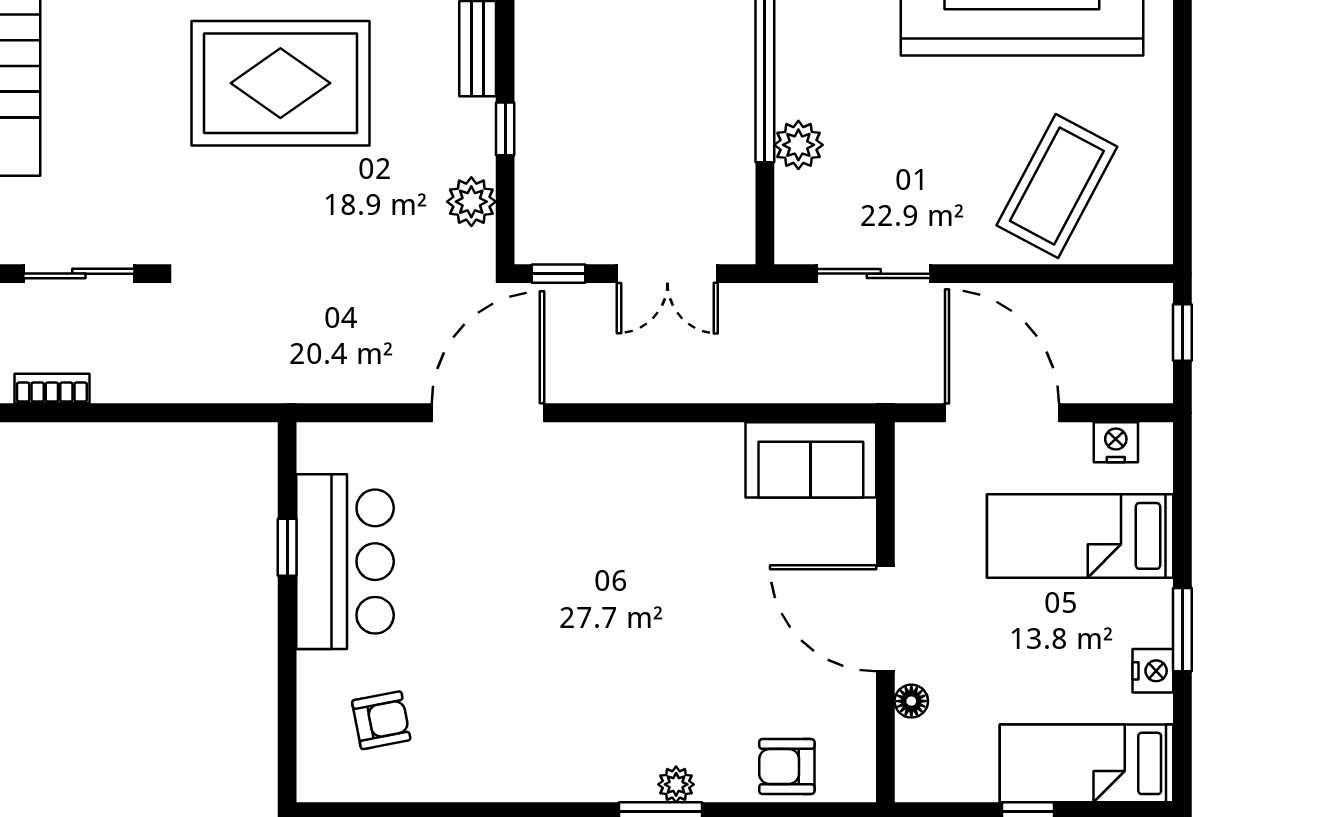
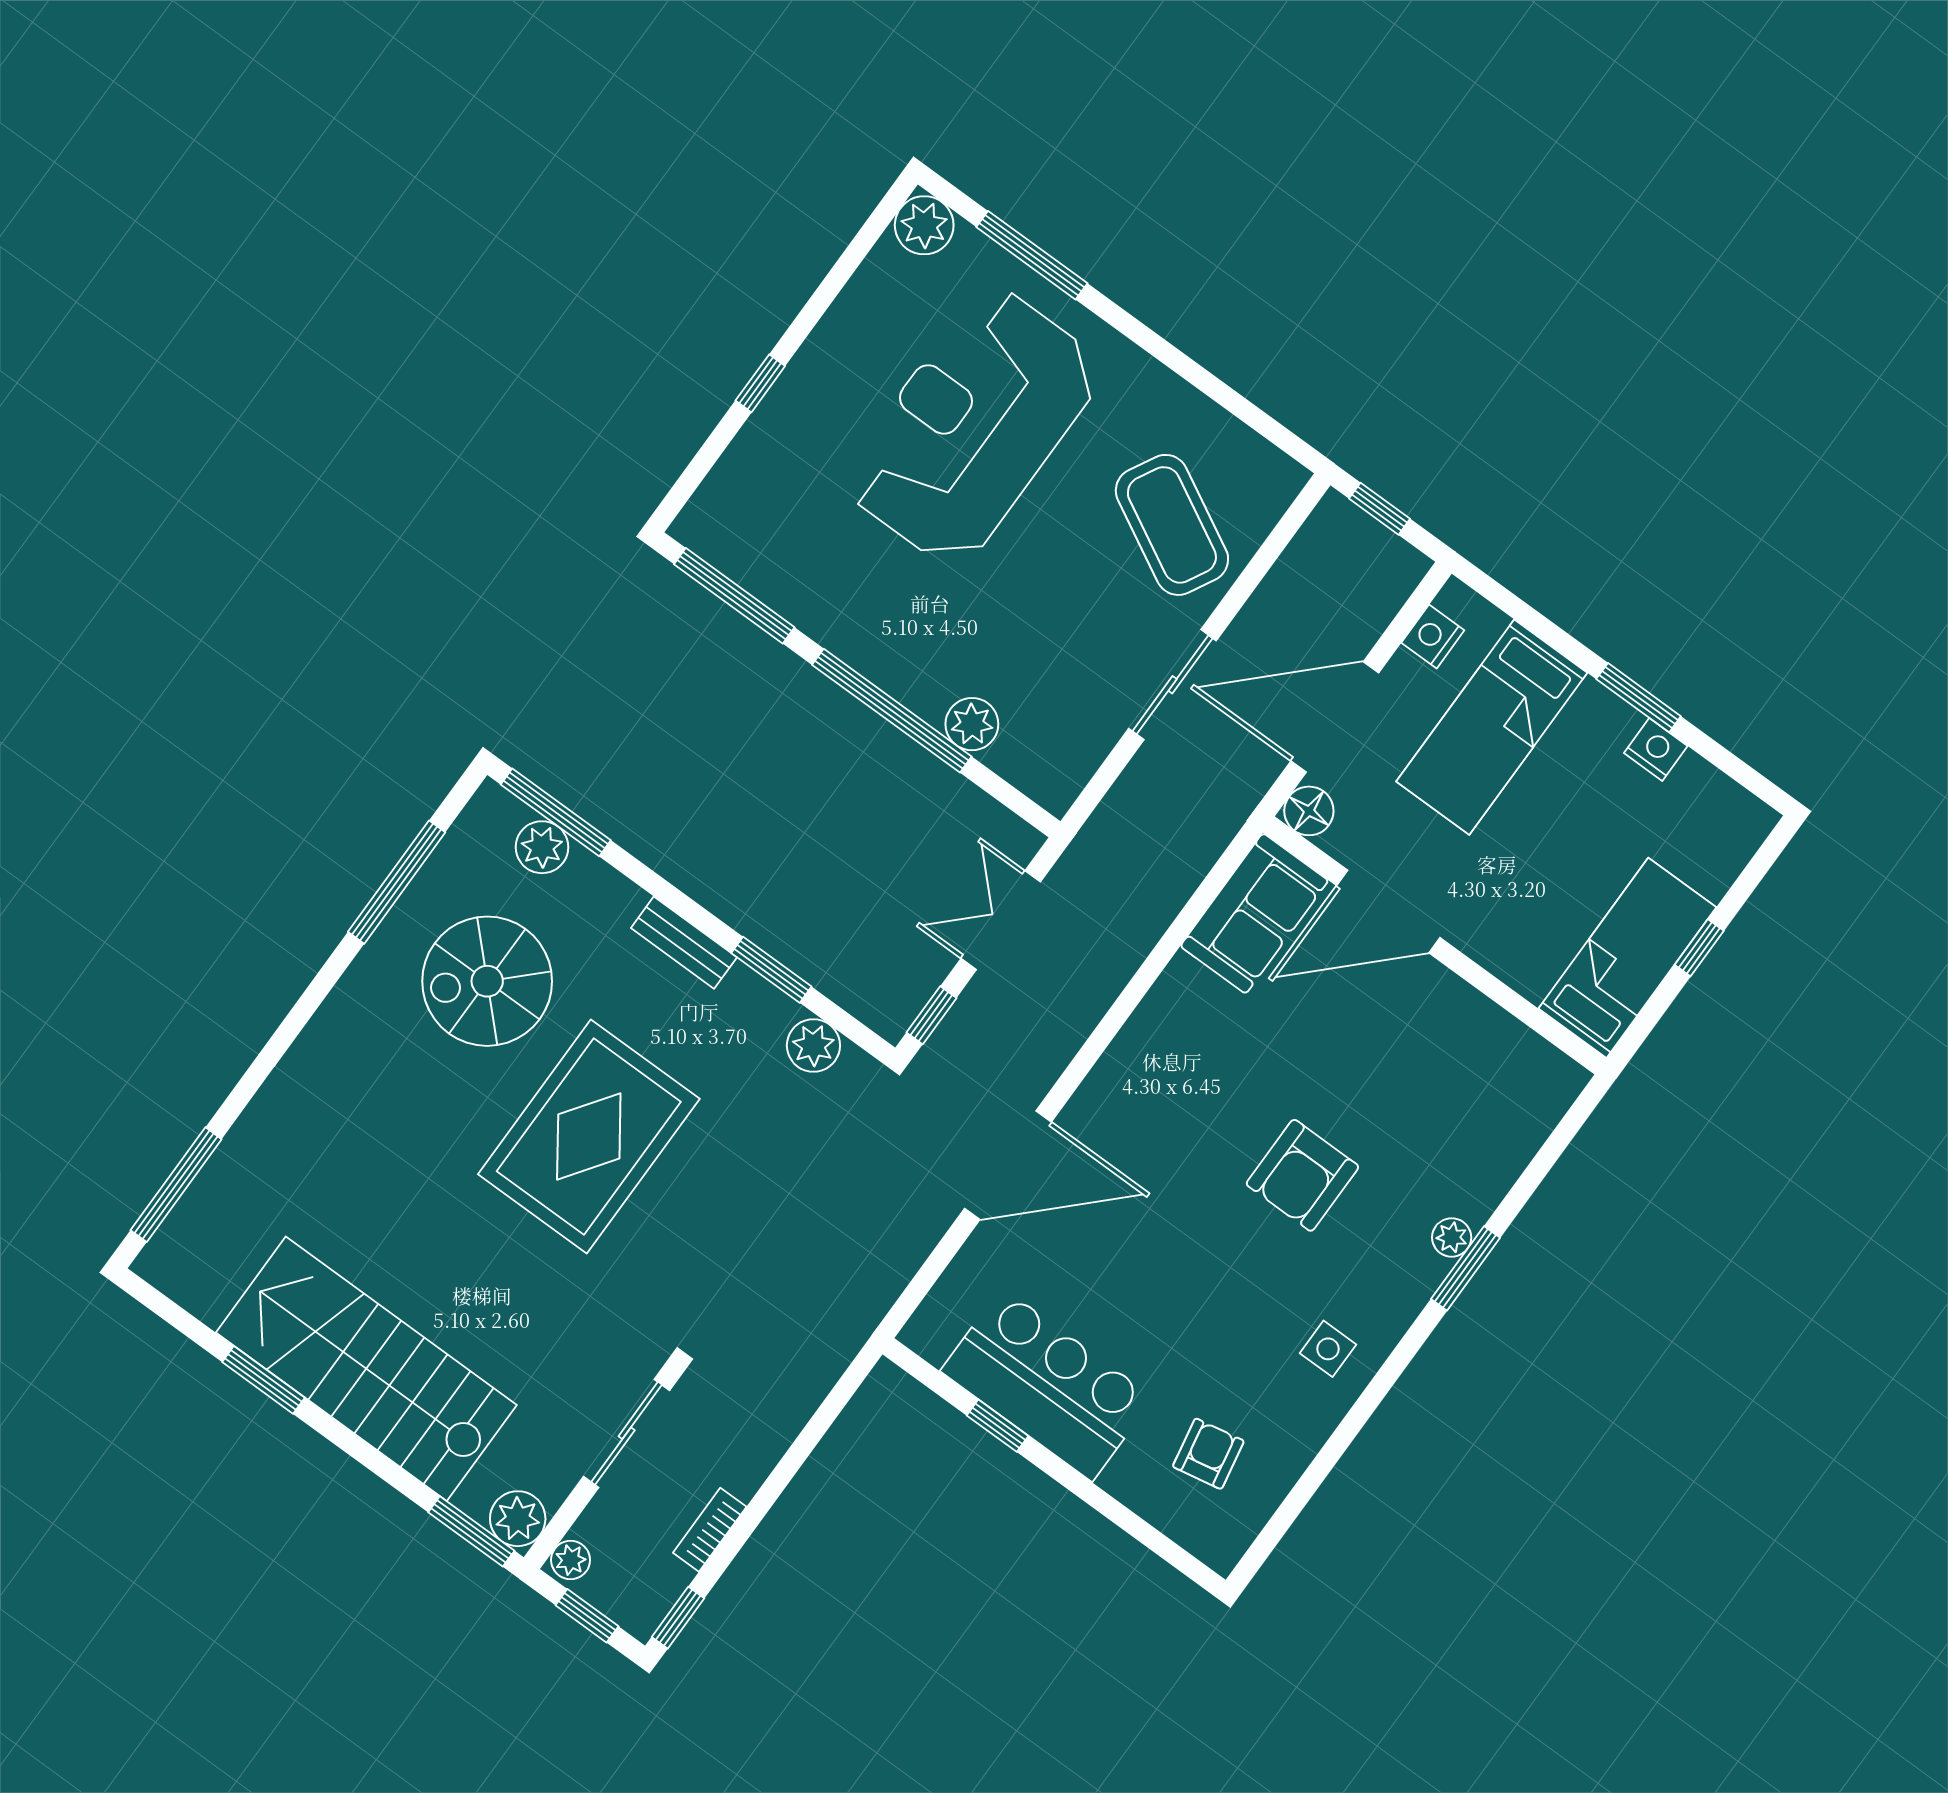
window: (505, 129) -> (771, 970), width x1.50
double door: (667, 274) -> (1001, 920), swing flipped
sliding door: (874, 274) -> (1172, 685), moved
door: (488, 413) -> (1008, 1165), swing flipped
door: (885, 618) -> (1388, 912), moved
floor lamp: (911, 701) -> (1309, 811), moved, width x1.37, depth x1.37
side table: (525, 753) -> (1328, 1349), added
bed: (1086, 763) -> (1627, 958), moved, turned 180
armchair: (787, 766) -> (1302, 1175), moved, width x1.38, depth x1.38

